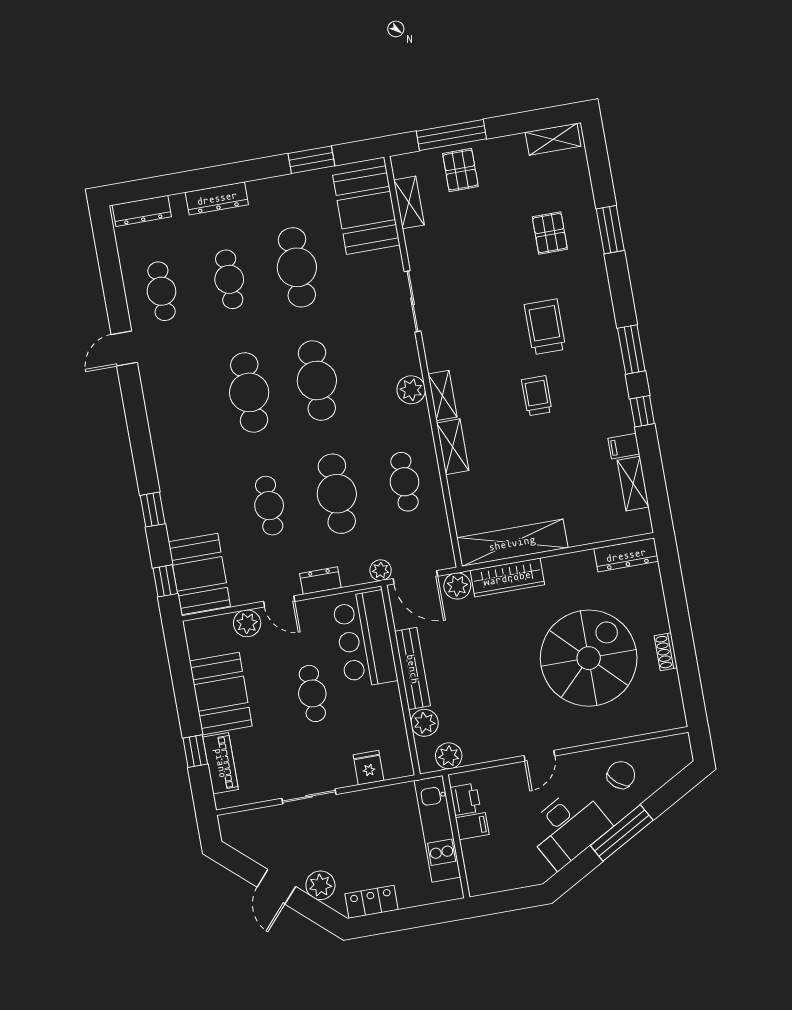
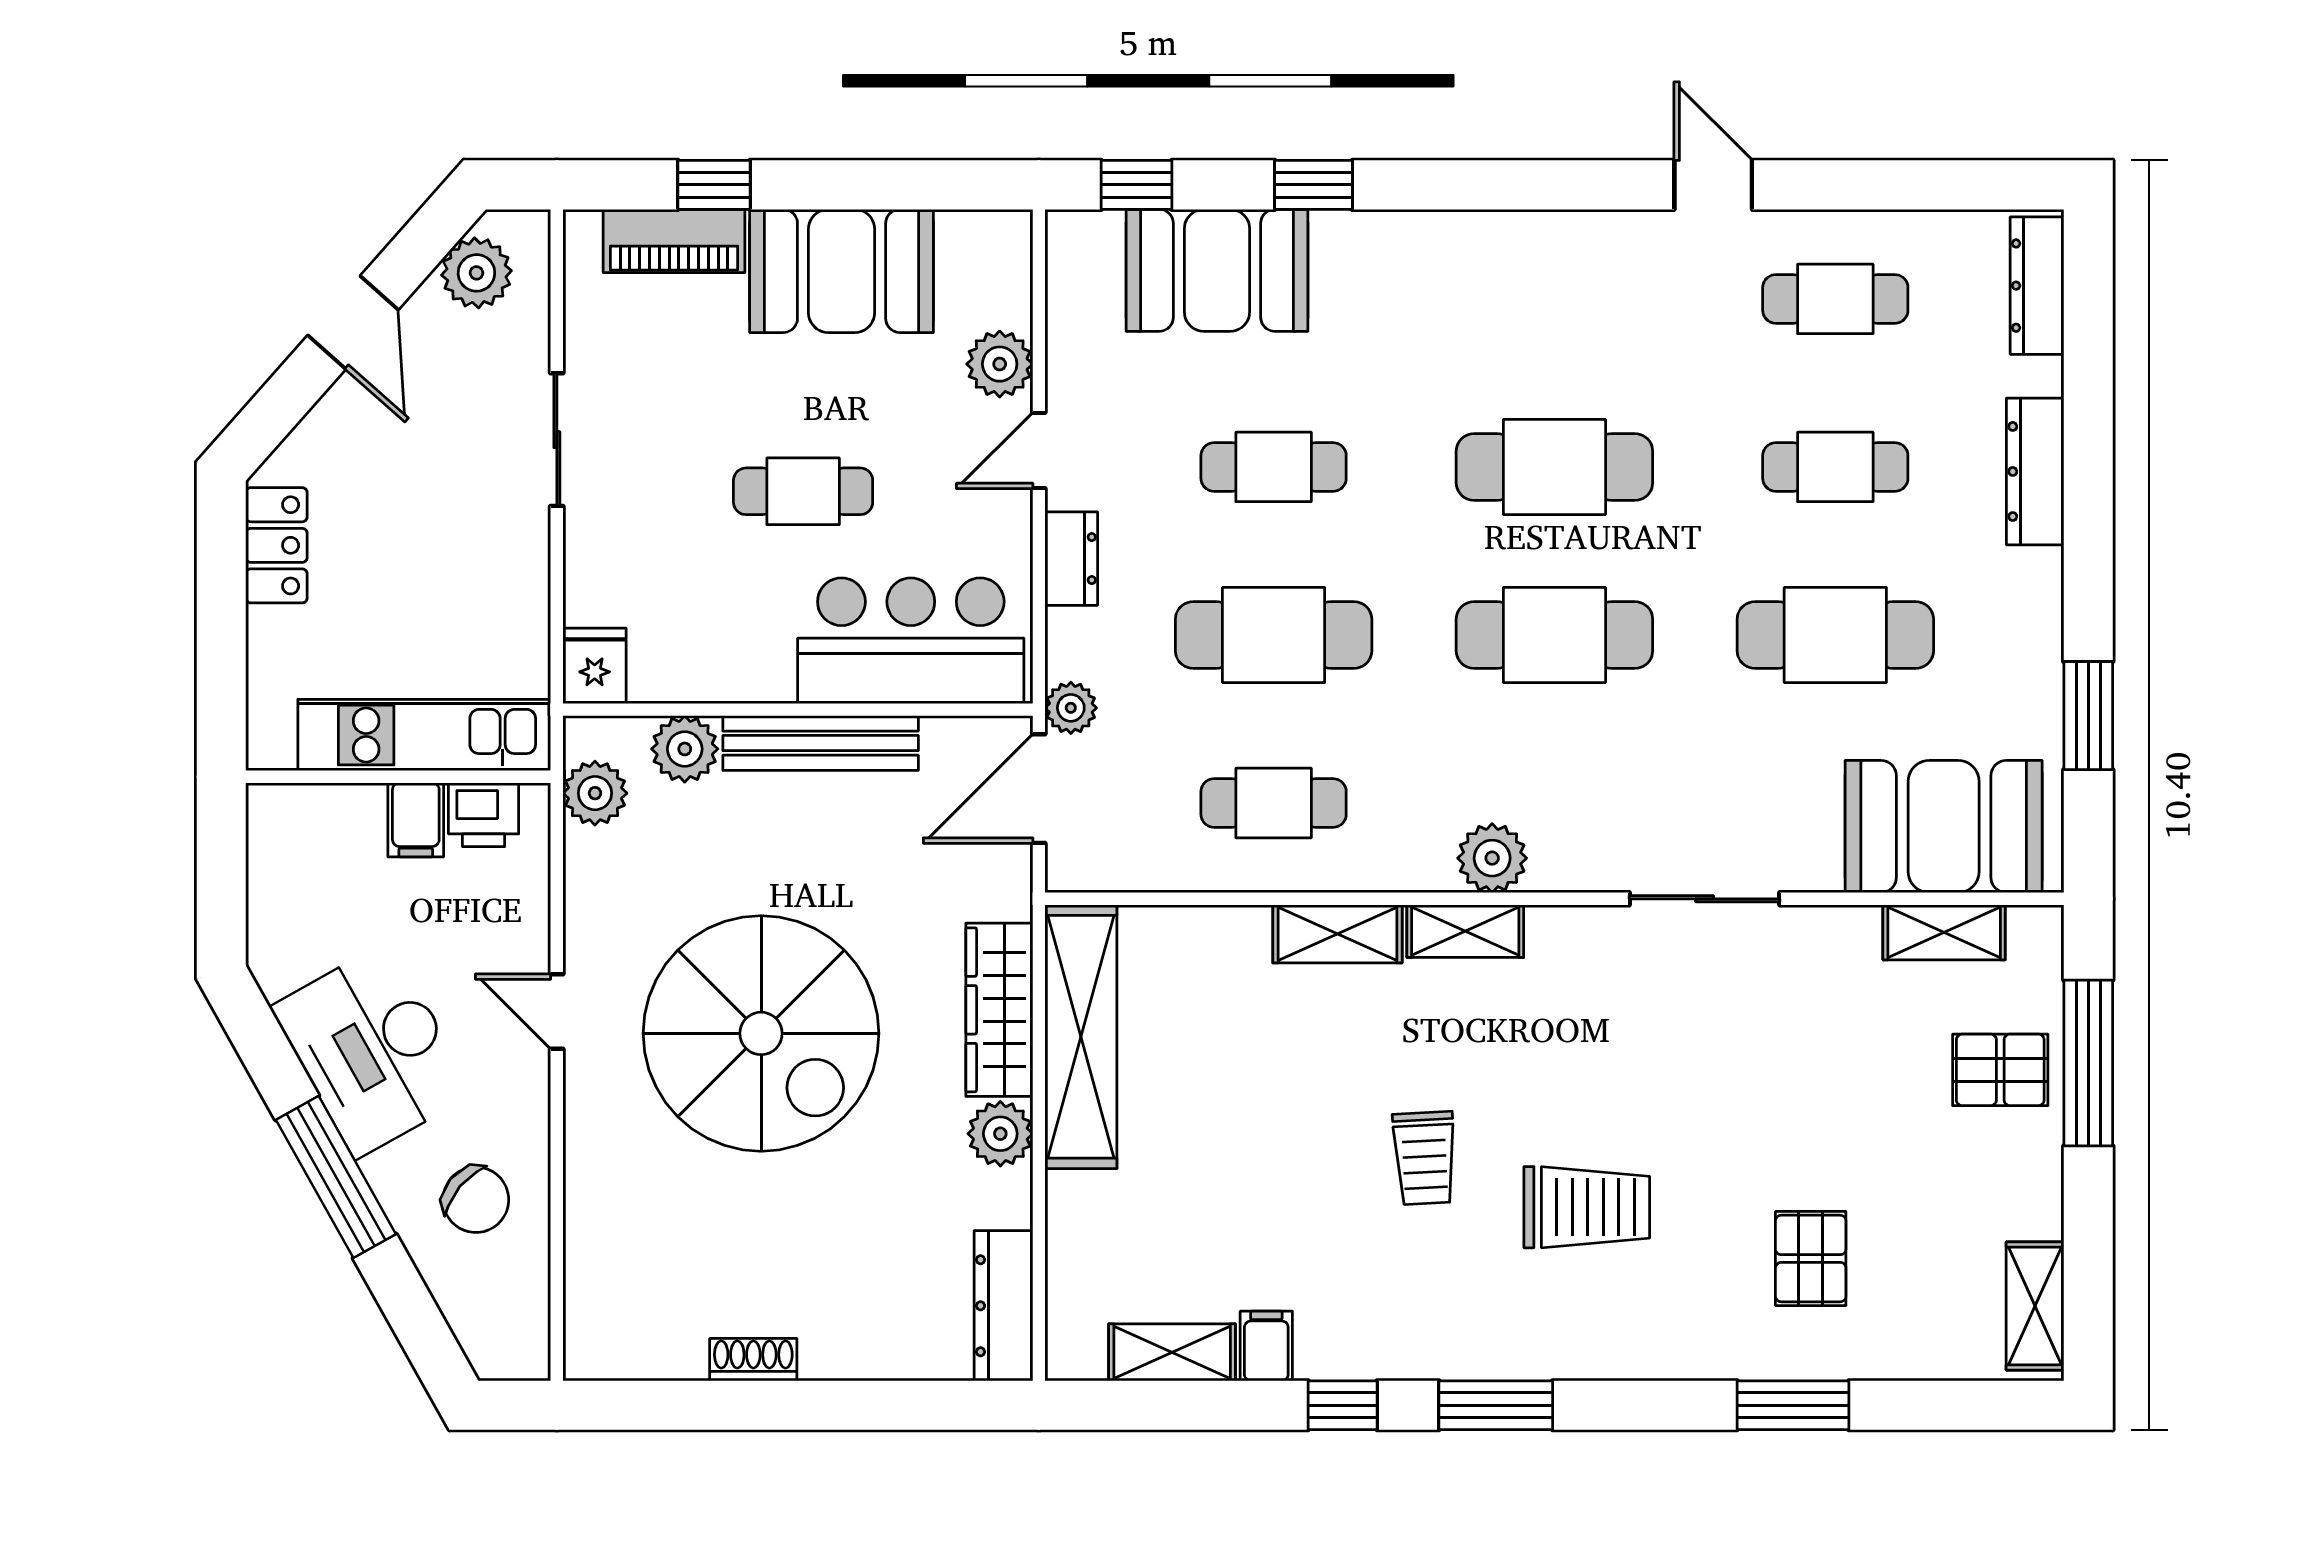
pallet: (550, 233) -> (1811, 1259), turned 90
trolley: (537, 396) -> (1425, 1158), turned 87
booth: (199, 574) -> (1217, 270), moved
plant: (457, 586) -> (1000, 1134), moved
spiral stairs: (589, 658) -> (761, 1033), moved
fridge: (369, 768) -> (595, 666), moved, turned -90
plant: (320, 885) -> (476, 273), moved
door: (276, 887) -> (353, 322), swing flipped

